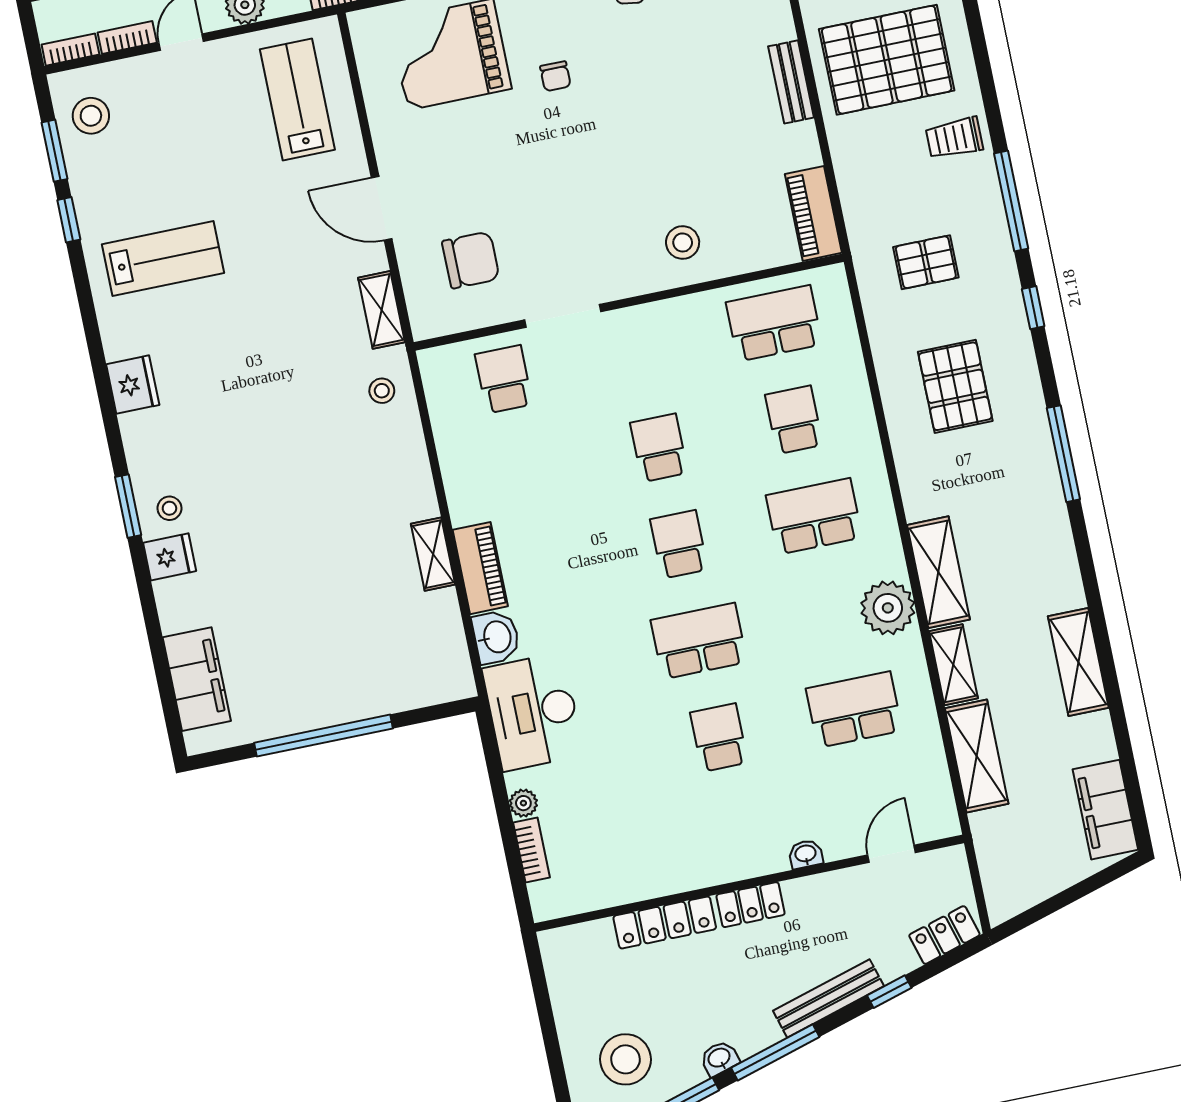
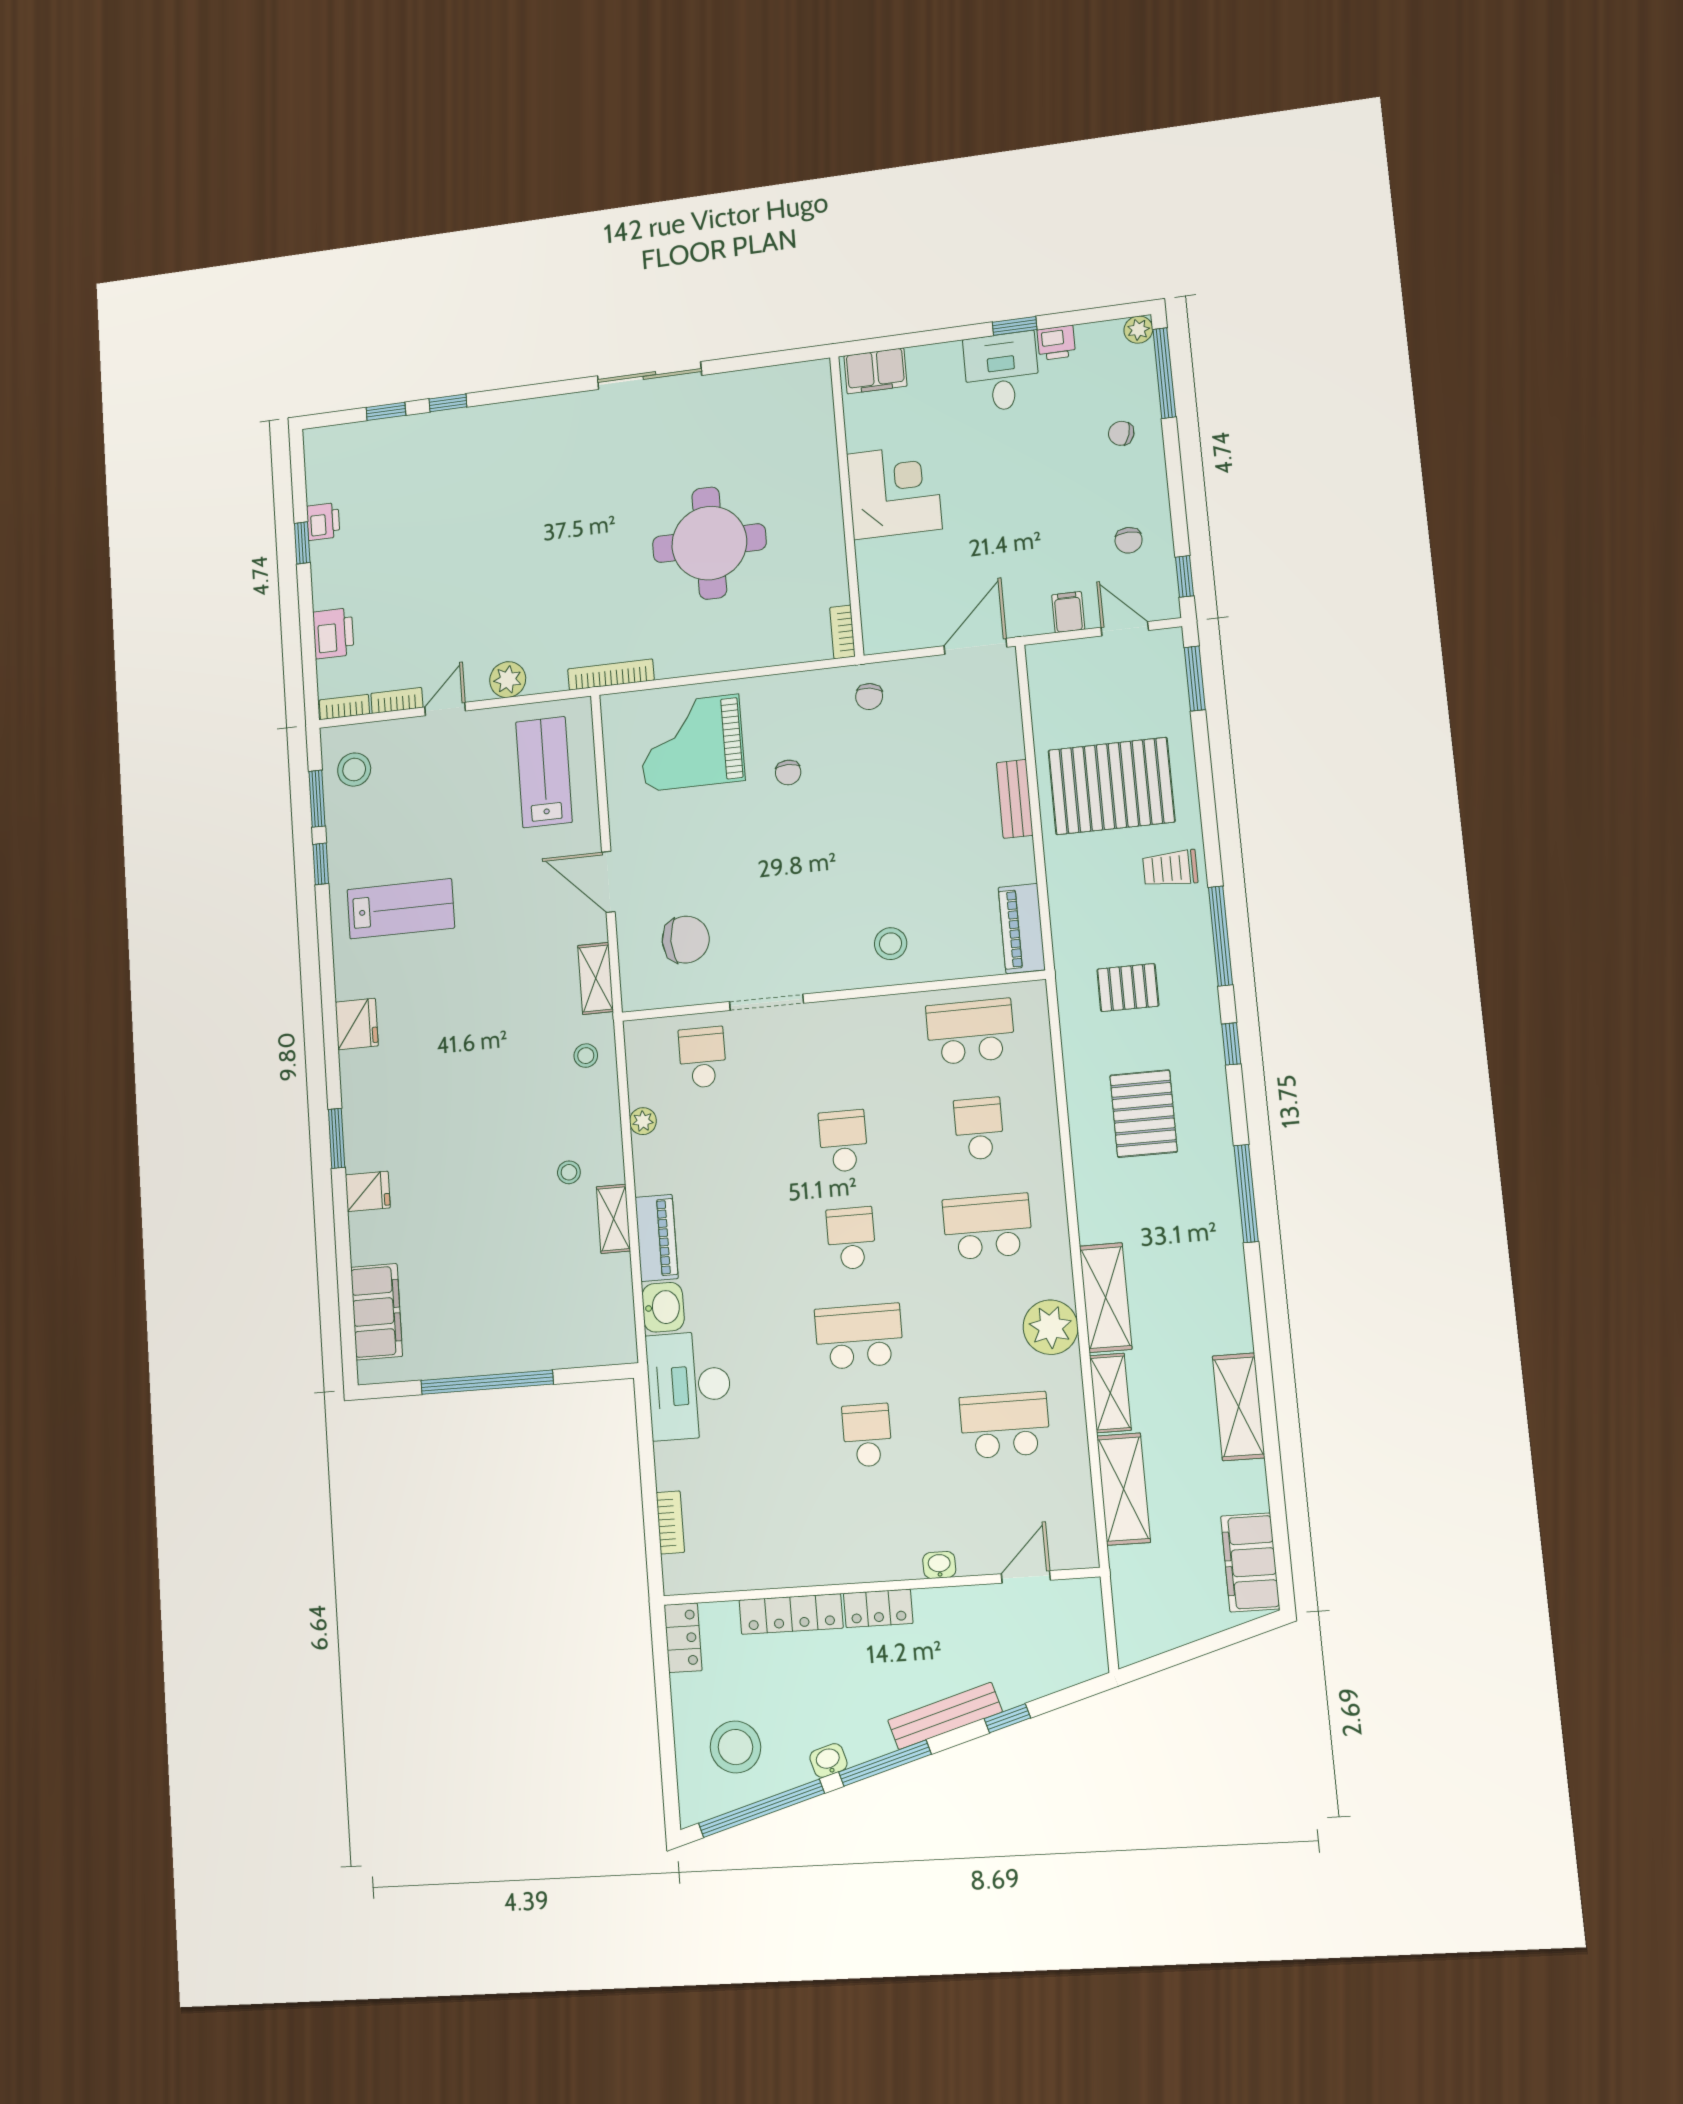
stool: (169, 508) -> (569, 1172), moved
plant: (523, 803) -> (643, 1121), moved
locker: (944, 935) -> (683, 1638), moved, turned 106

